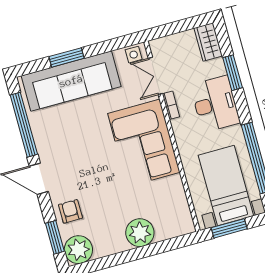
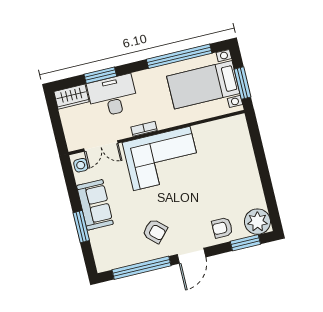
sofa: (71, 81) -> (95, 205), width x0.54, depth x0.79
desk: (215, 104) -> (113, 96), moved
bookcase: (171, 105) -> (144, 129), moved
armchair: (64, 138) -> (155, 231), added
plant: (140, 233) -> (244, 165), removed

